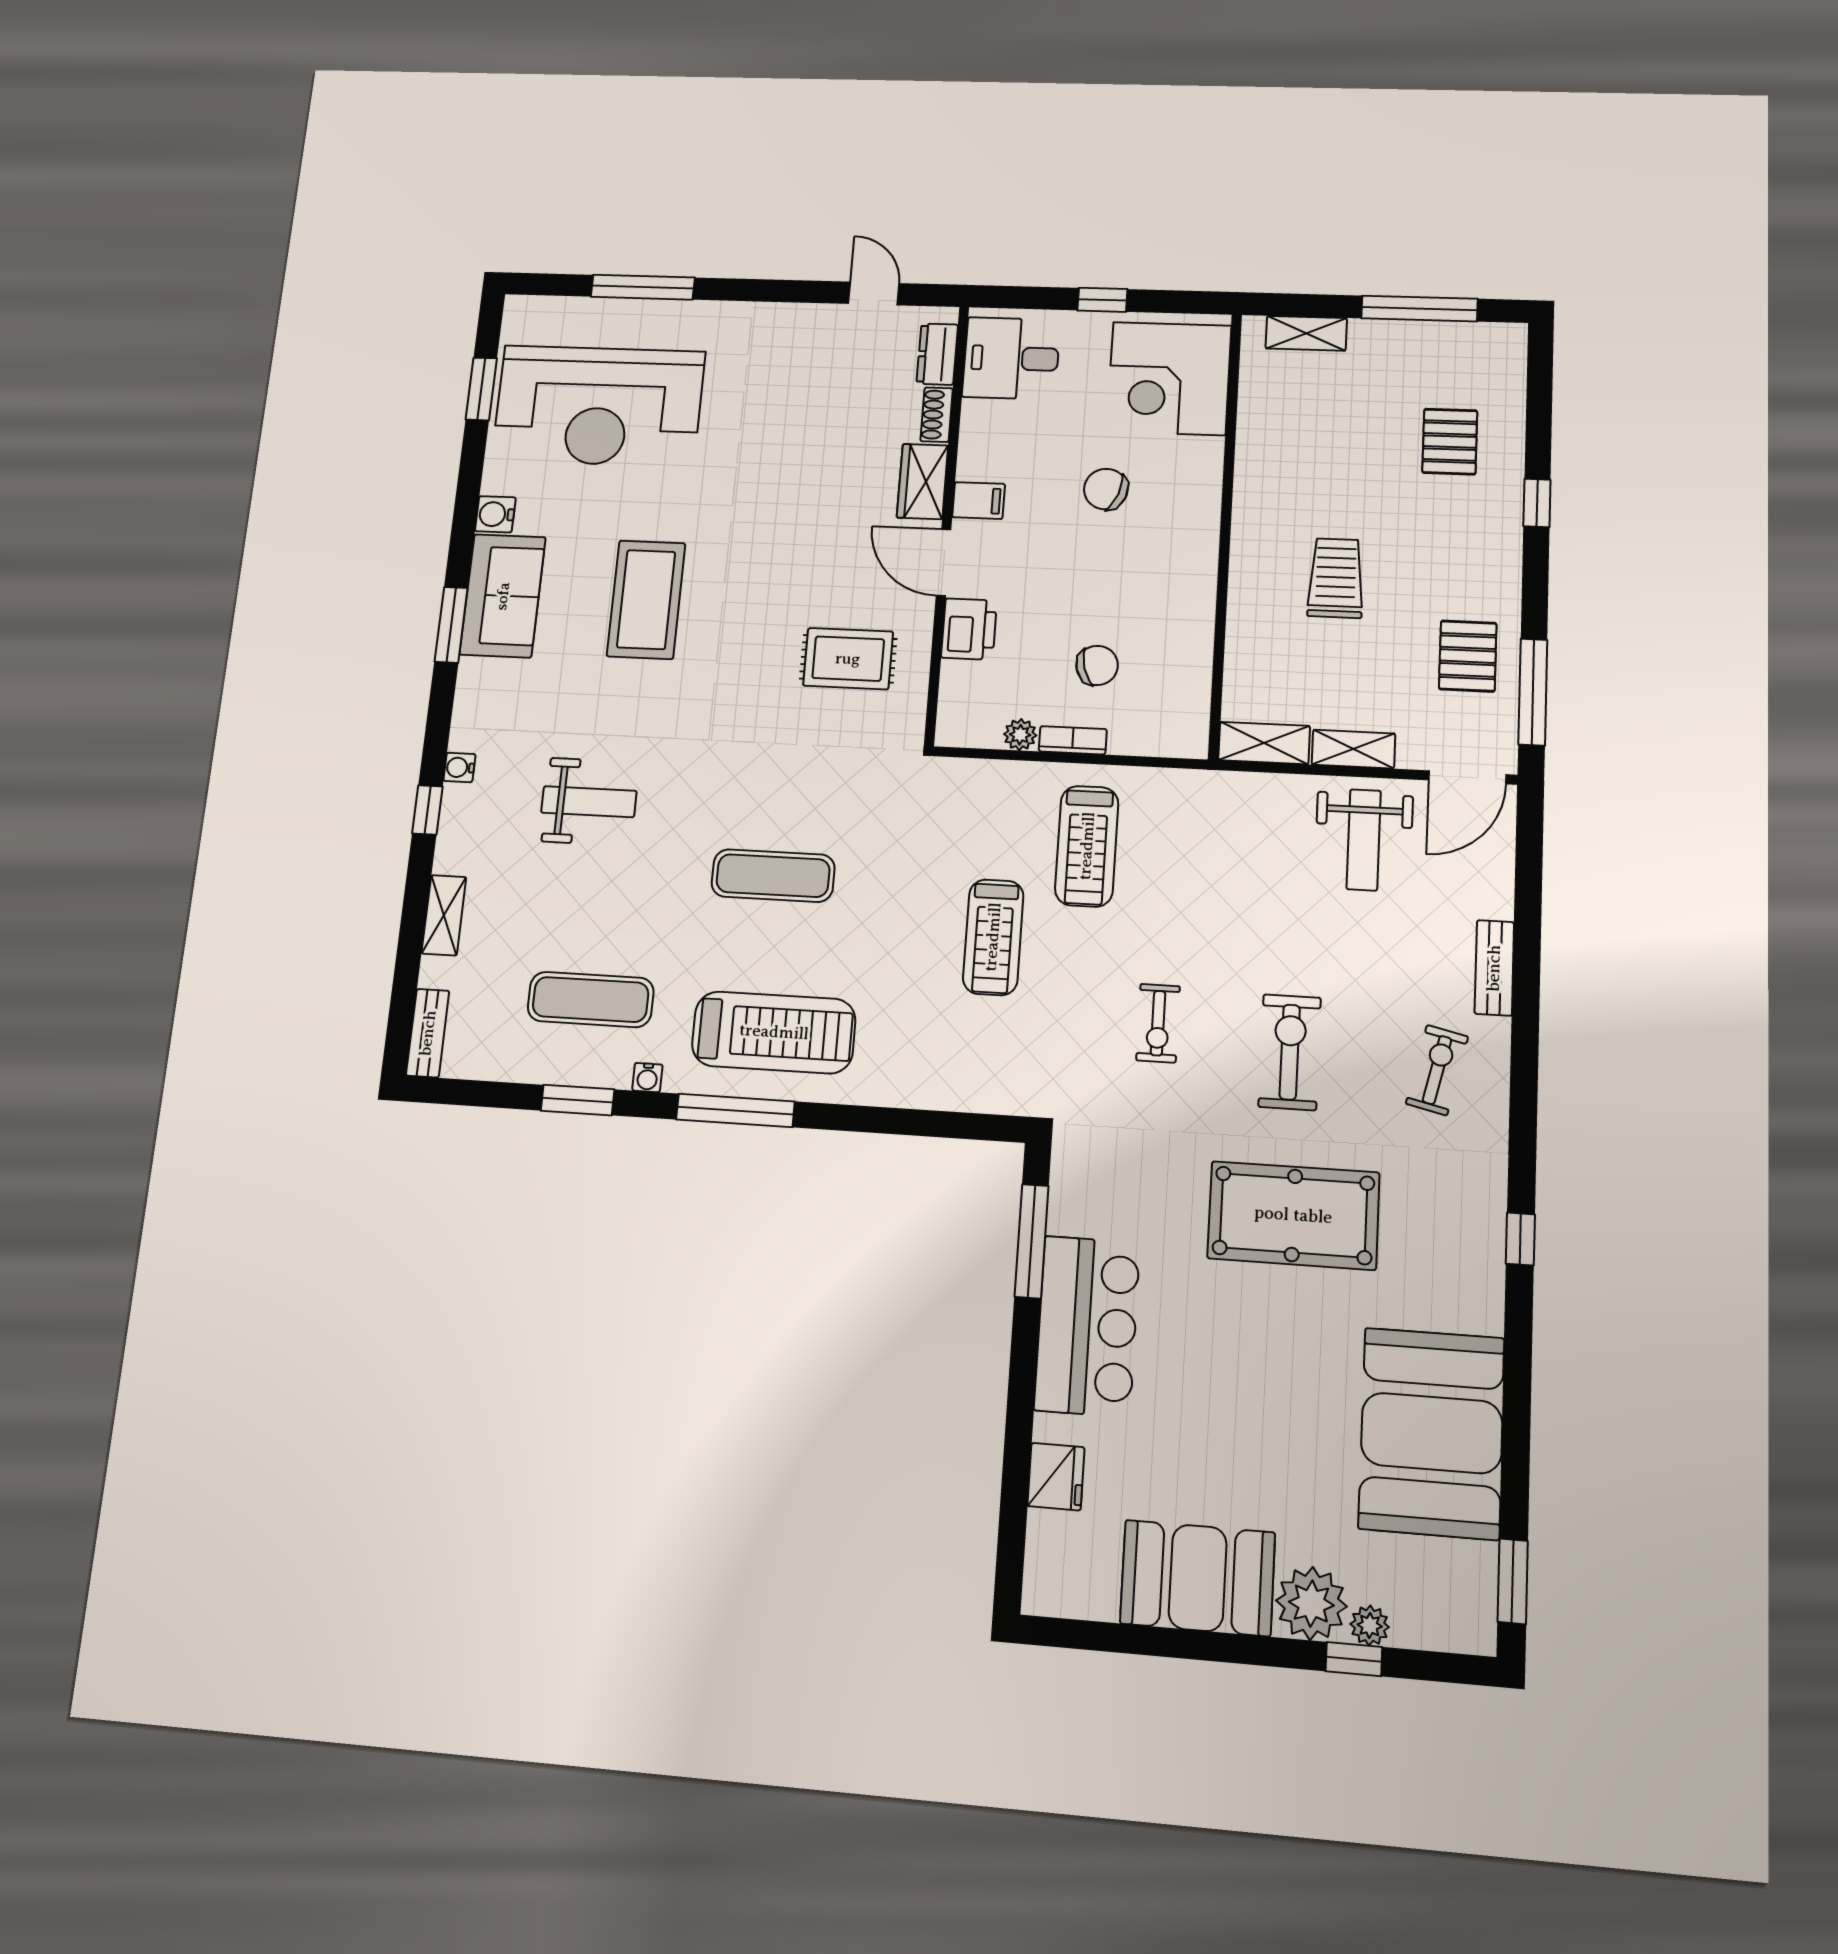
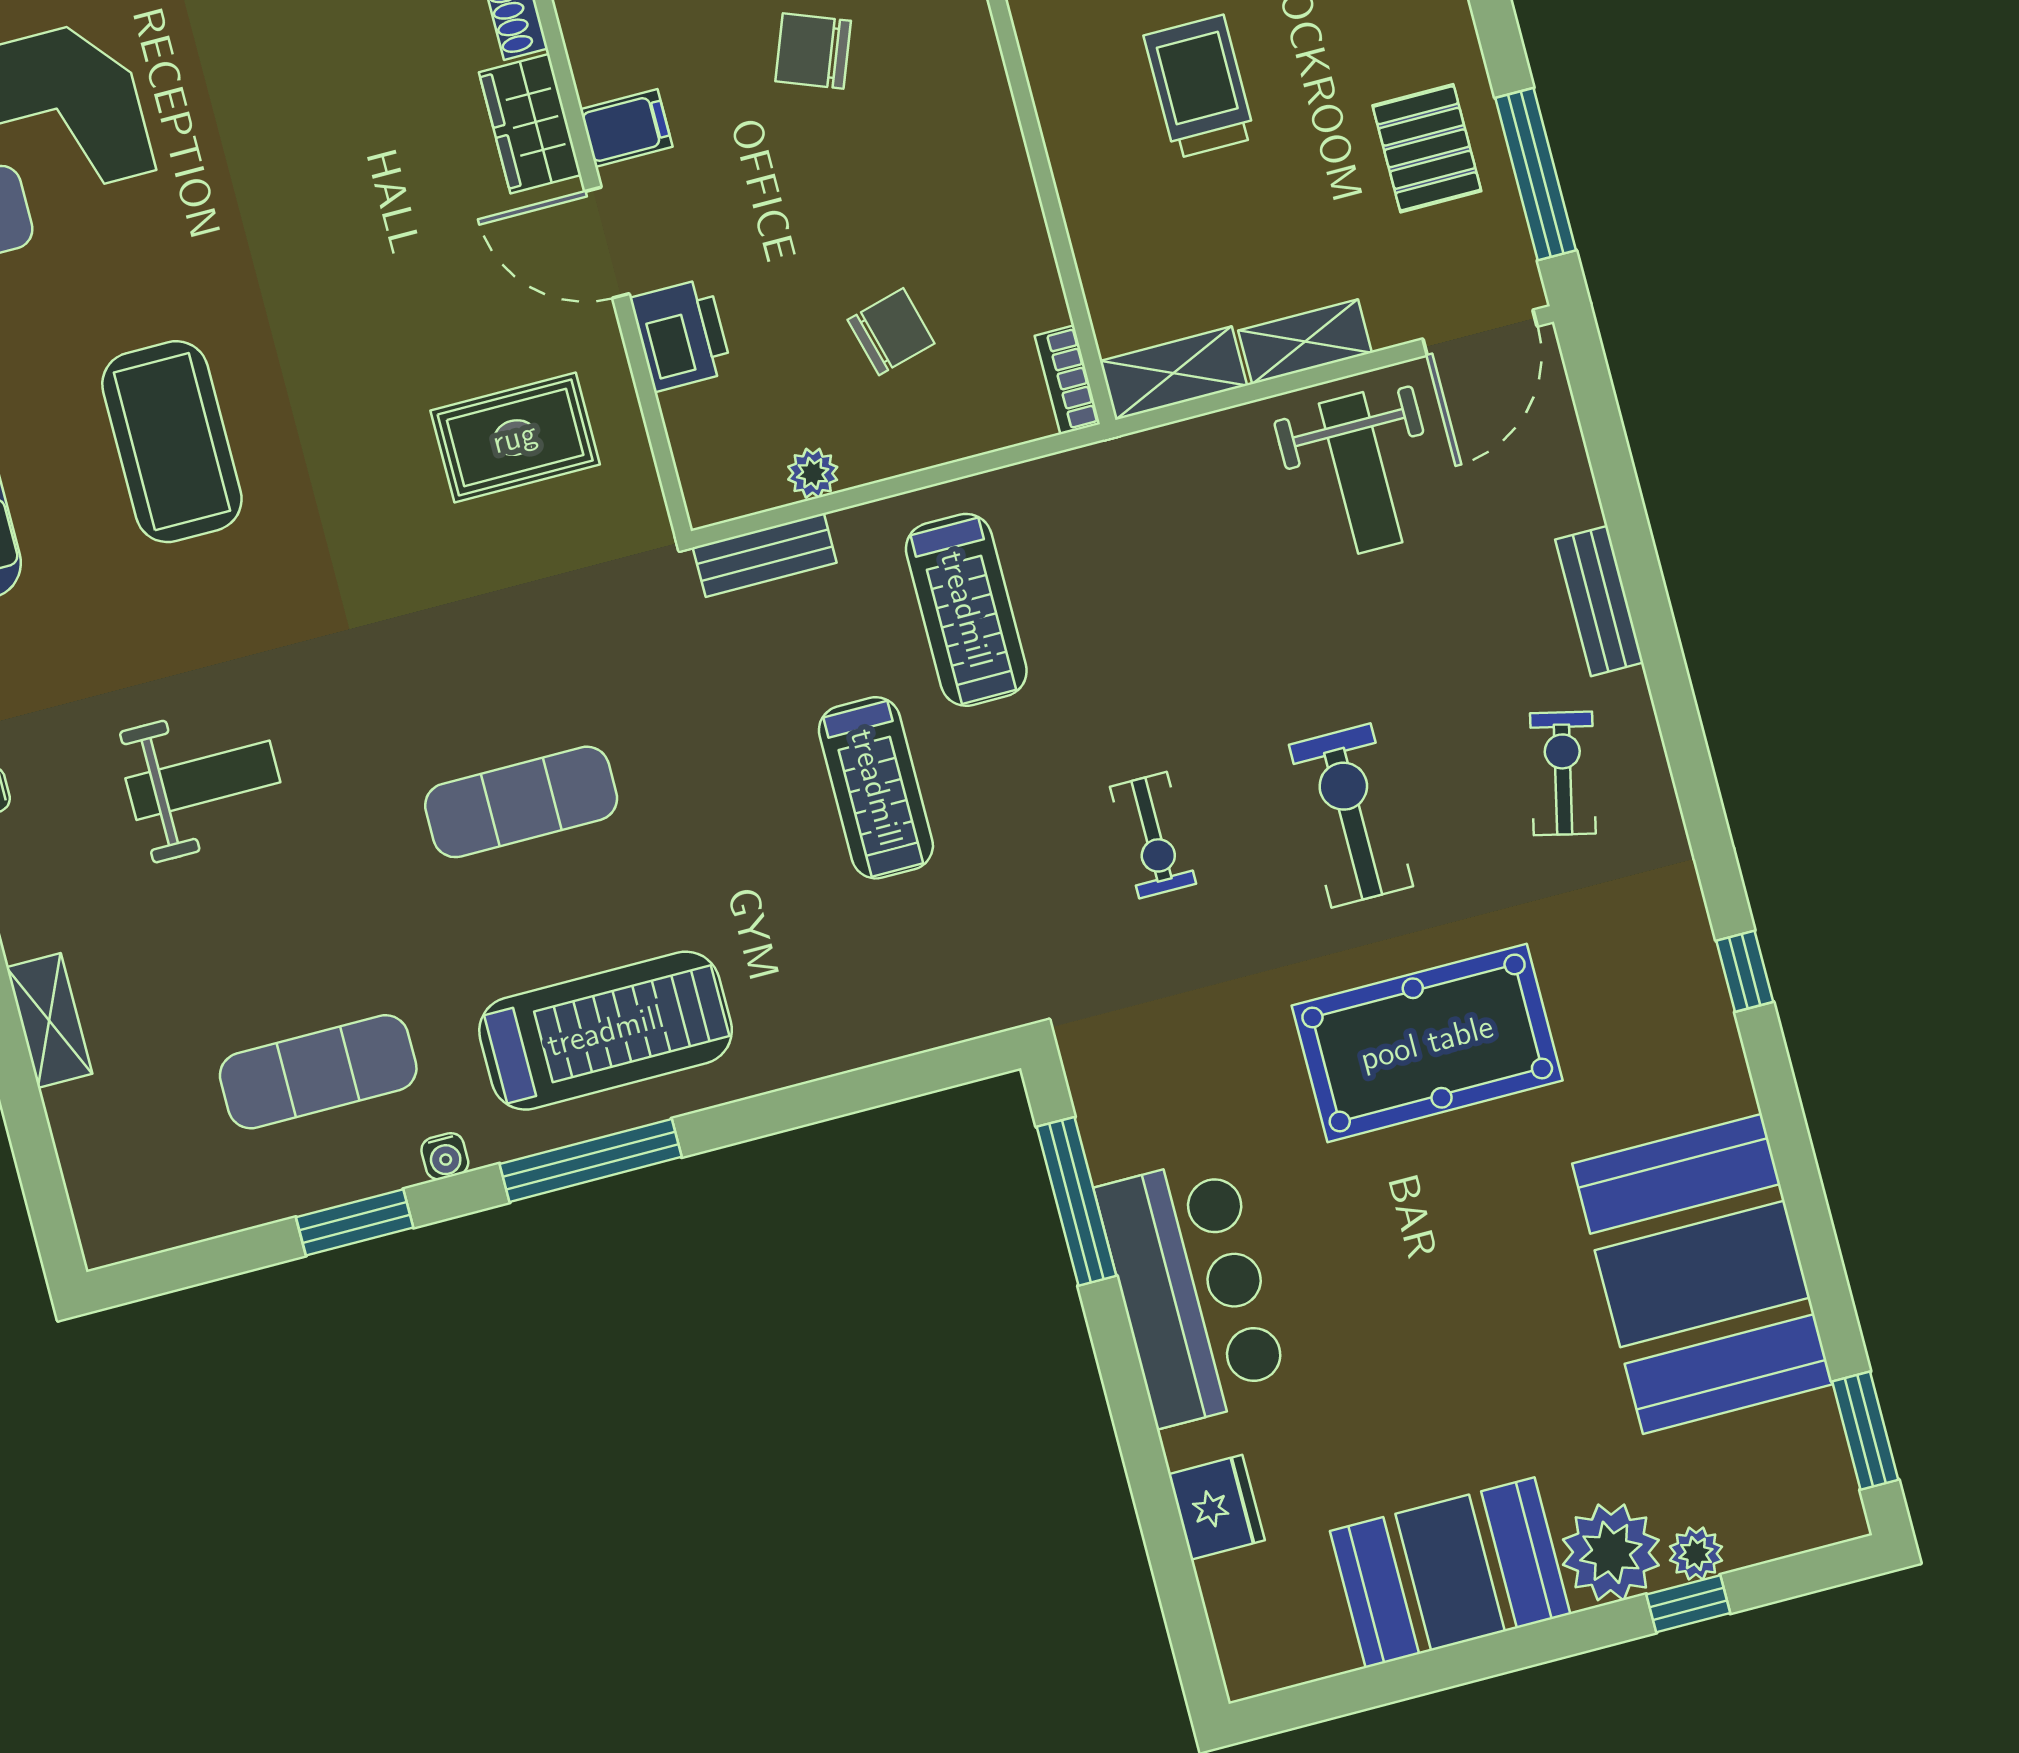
bookcase: (1073, 740) -> (1067, 380), moved, turned -90
bench: (428, 1033) -> (765, 555), moved, turned 90

